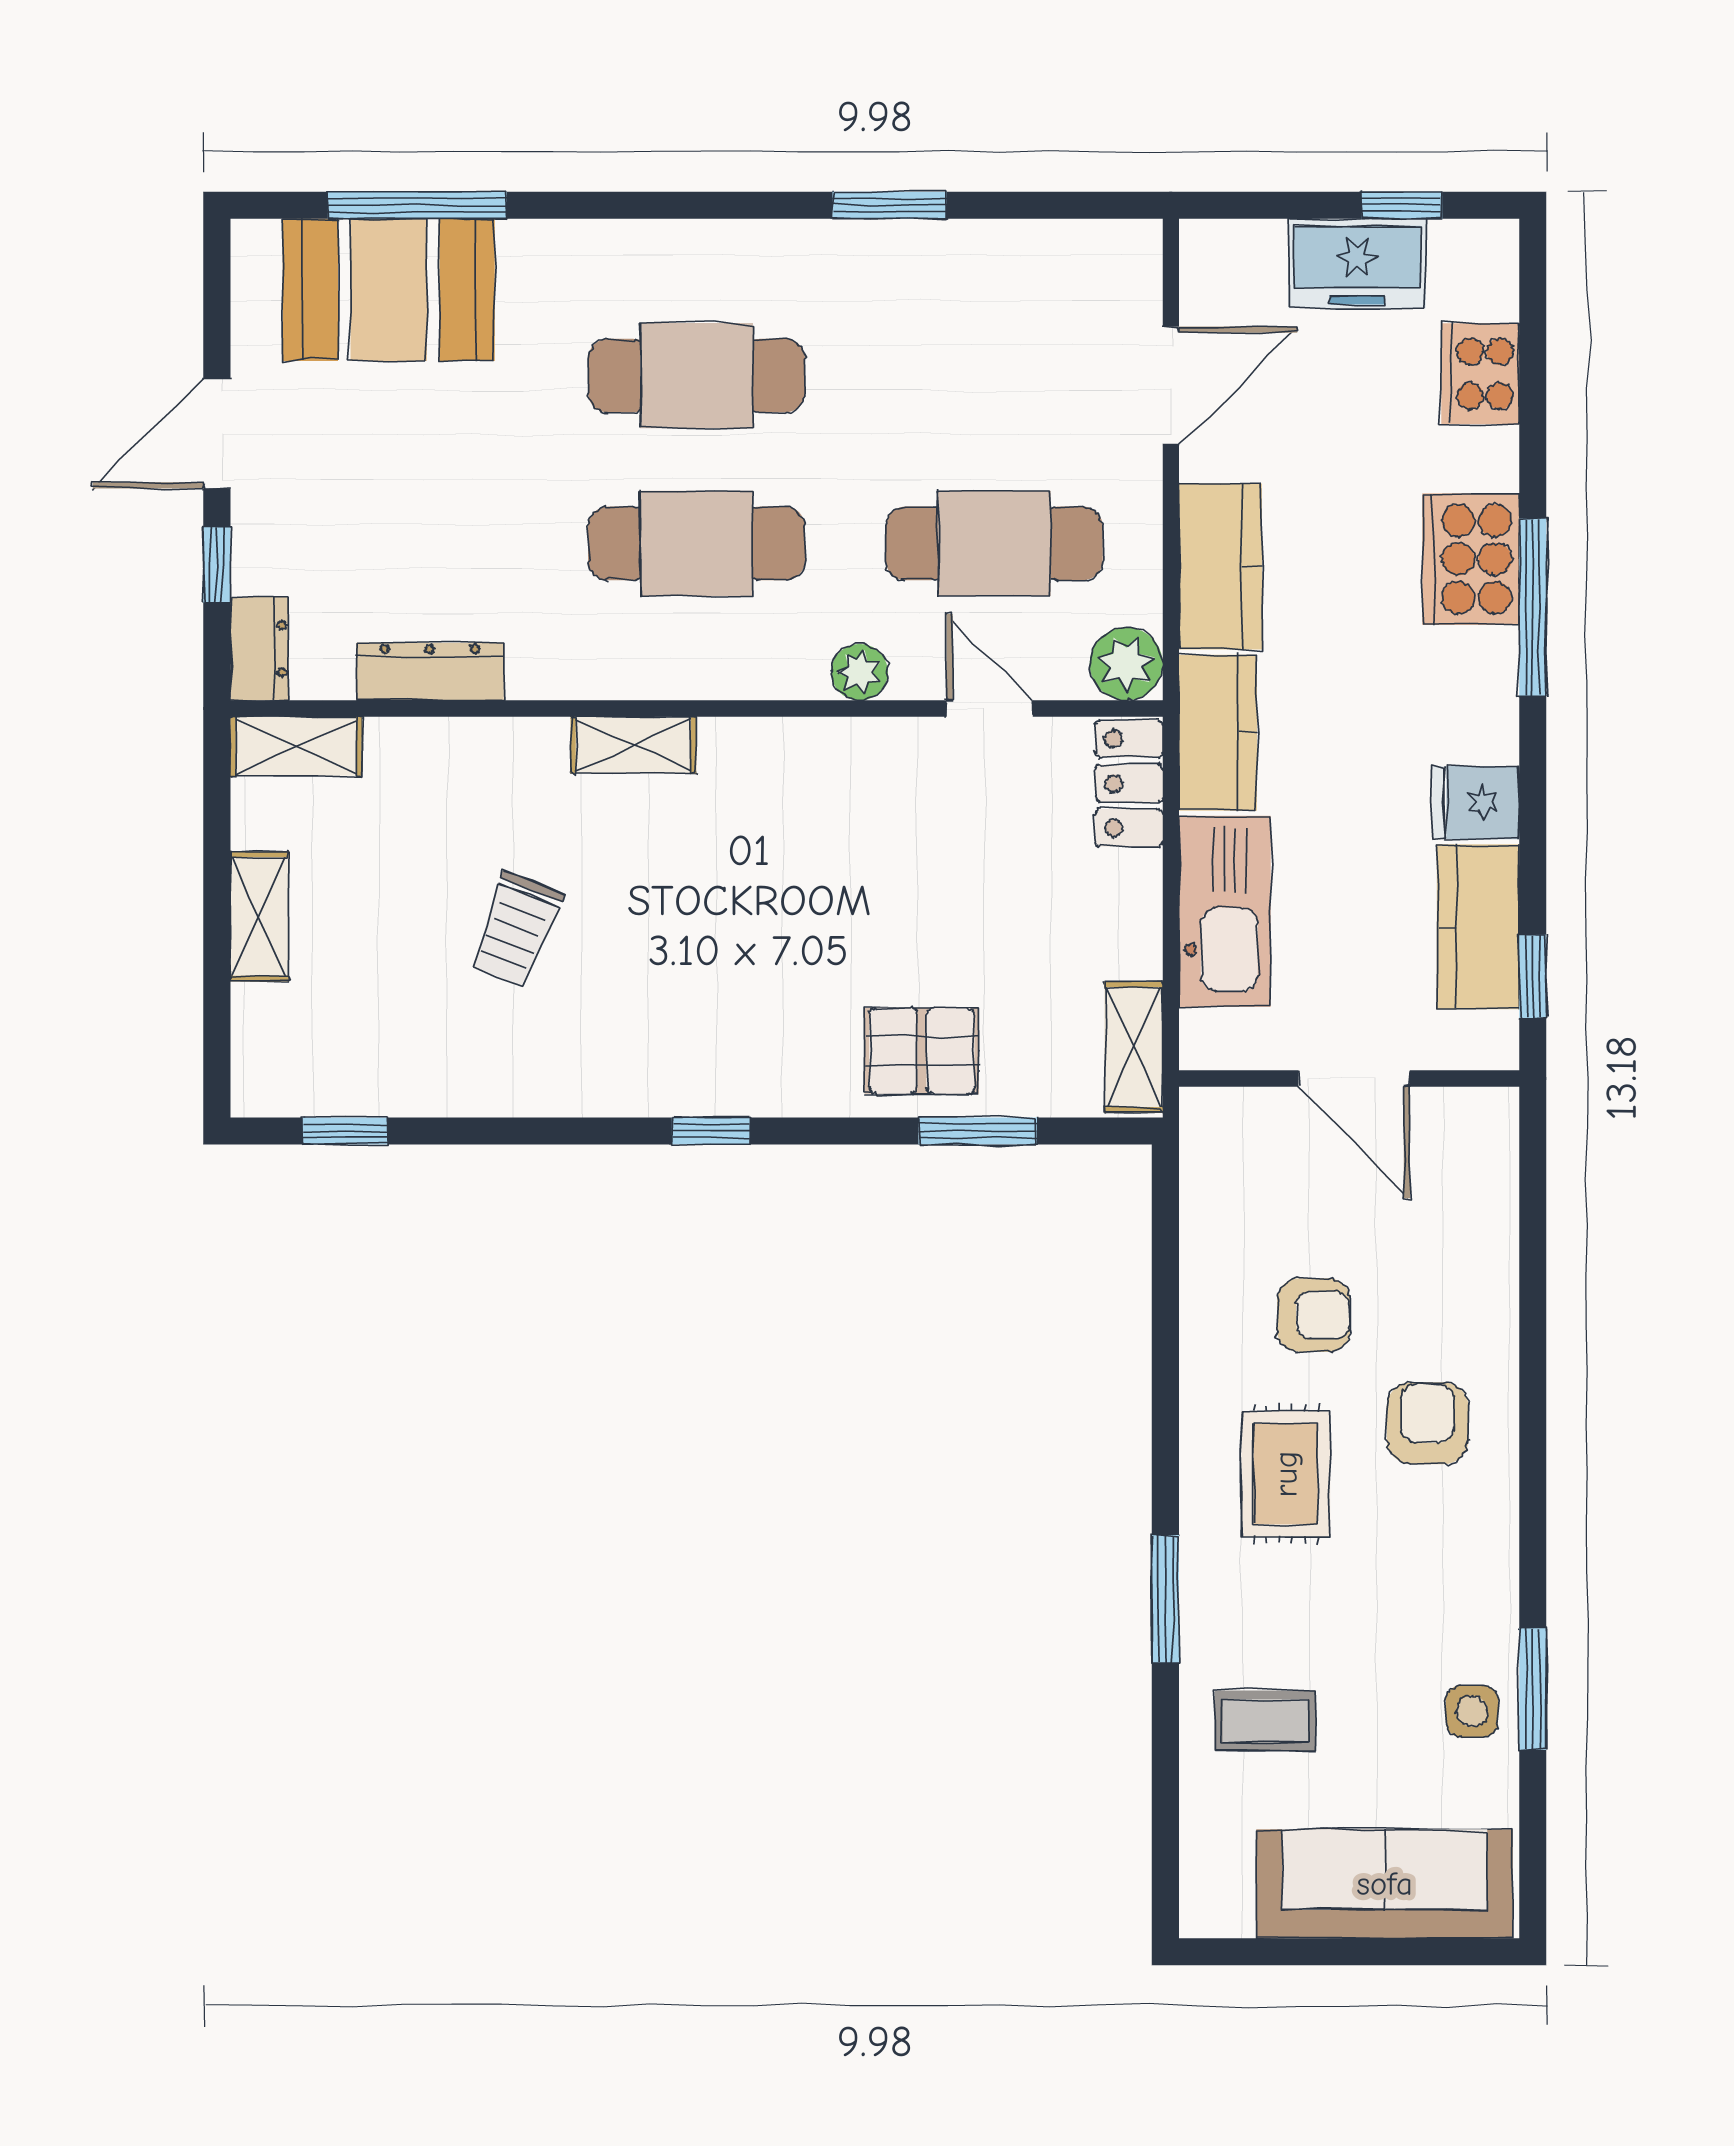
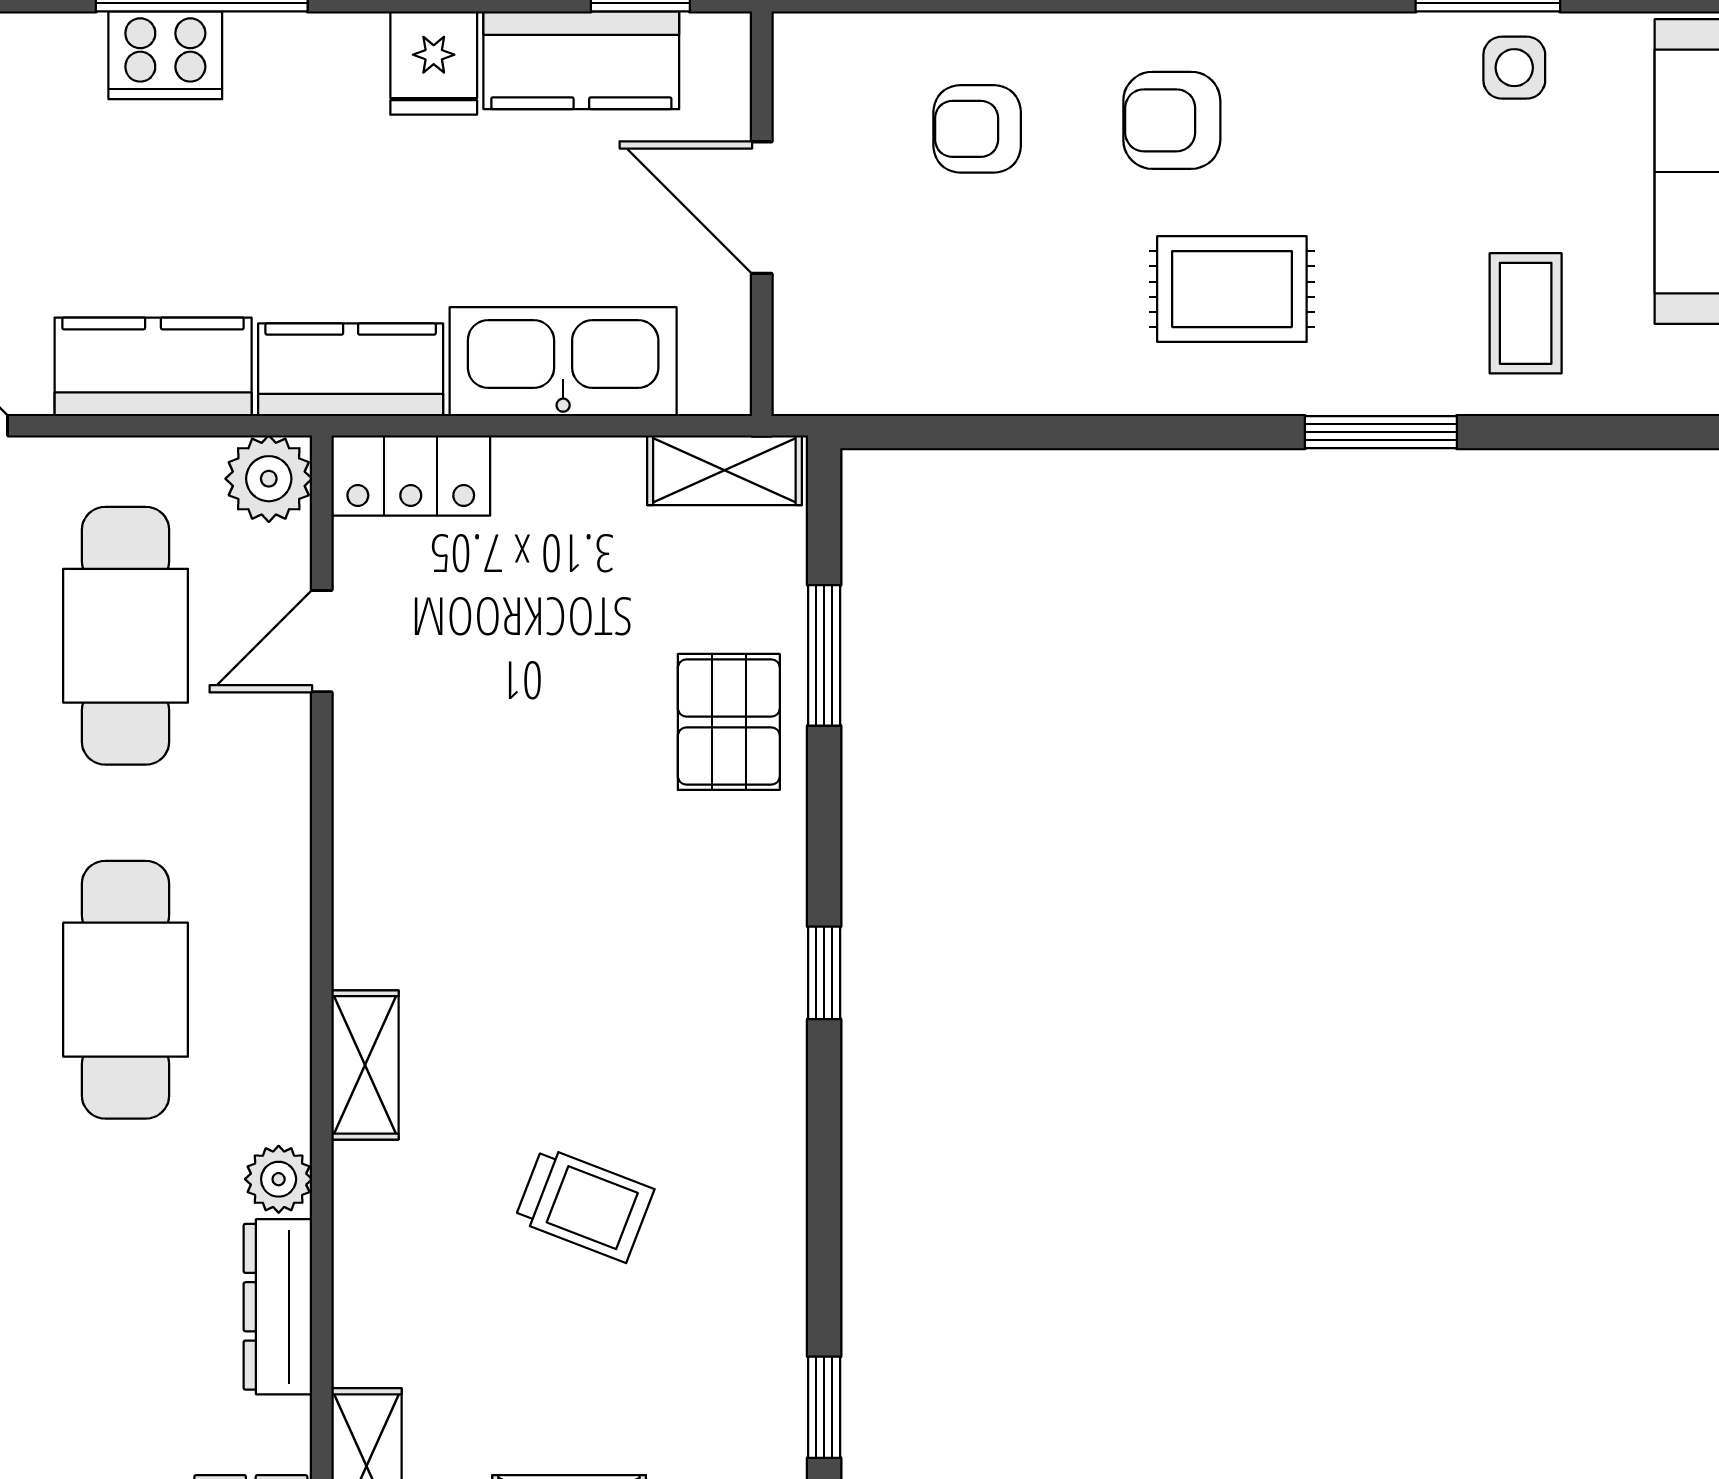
cooker: (1471, 559) -> (165, 55), width x0.73, depth x0.76
plant: (860, 672) -> (279, 1179), moved
door: (1354, 1078) -> (762, 208), swing flipped
armchair: (1314, 1315) -> (977, 129), moved, turned -90

